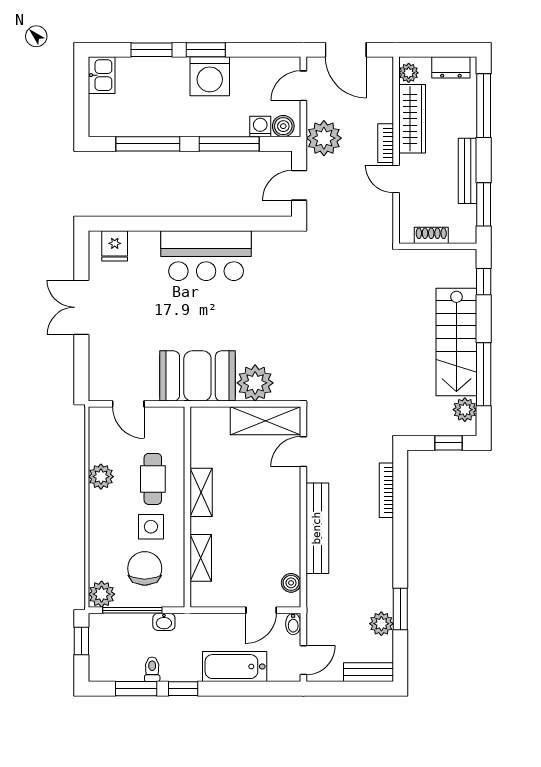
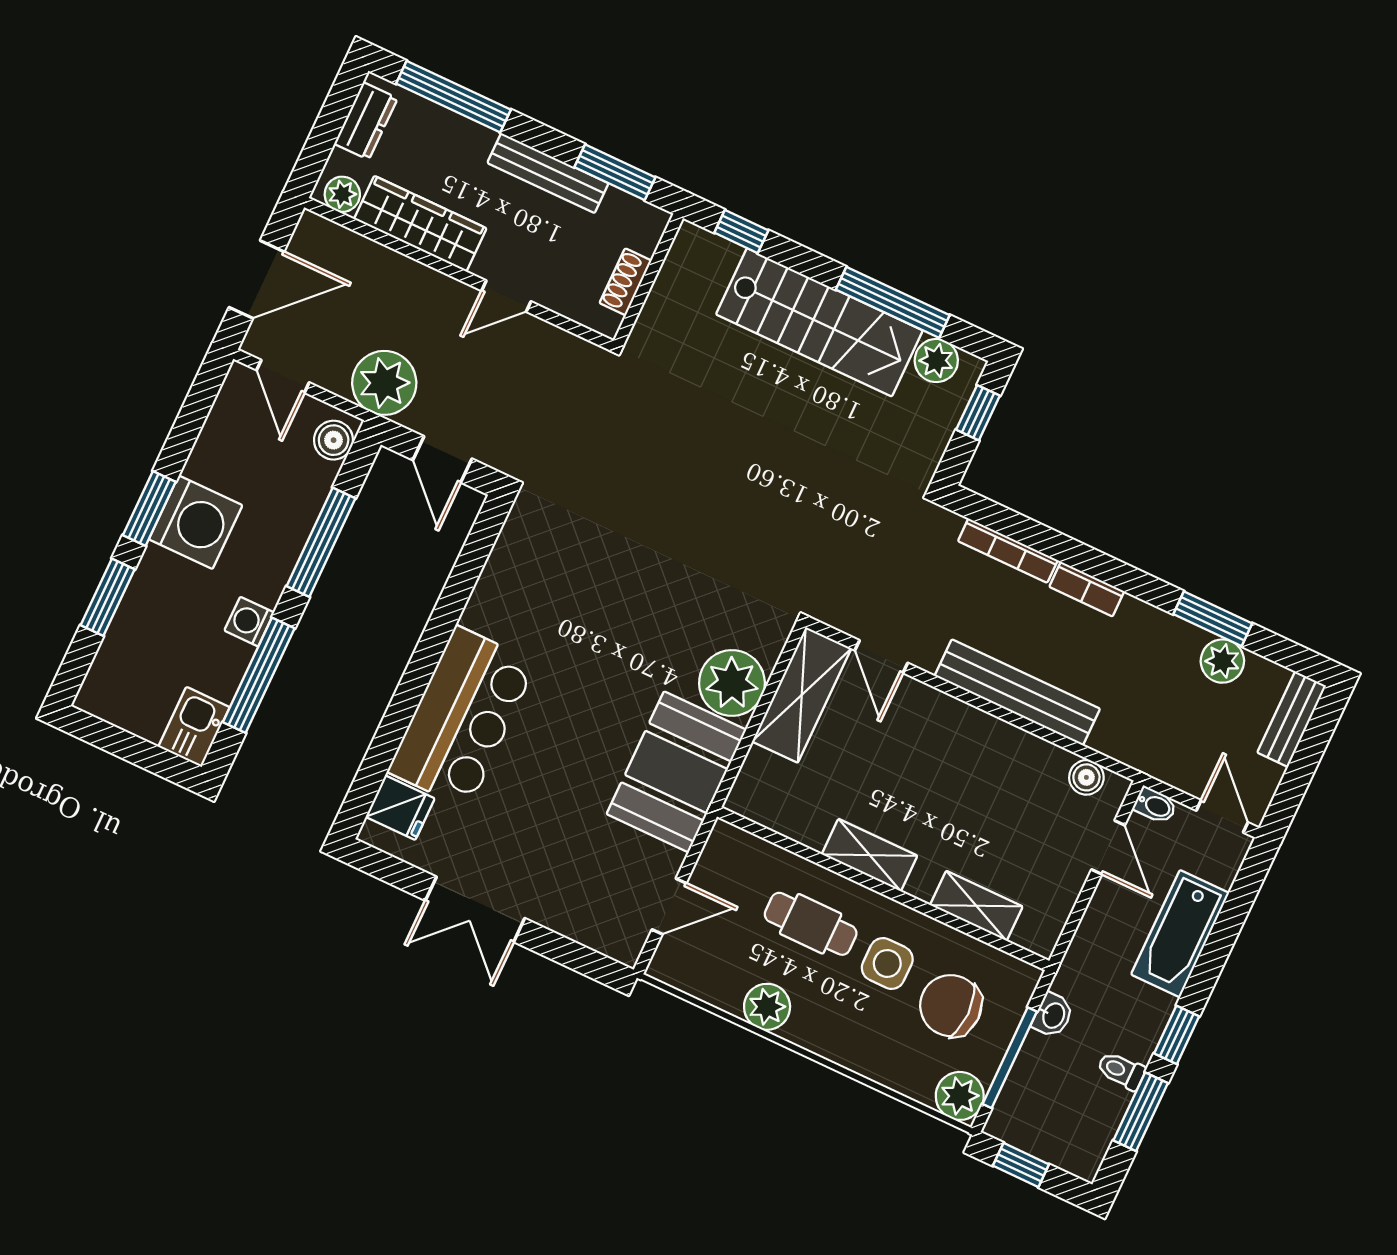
kitchen sink: (102, 75) -> (194, 727), moved, turned -90
washing machine: (260, 126) -> (249, 622), moved
bookcase: (386, 143) -> (1087, 589), moved
bar counter: (206, 256) -> (462, 717), moved

